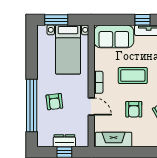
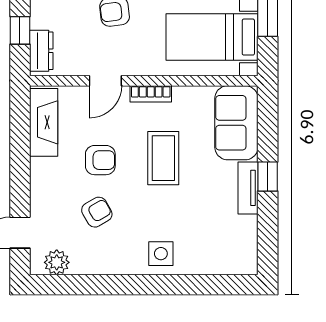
armchair: (134, 109) -> (100, 160), turned 180
dresser: (64, 141) -> (41, 51), moved

